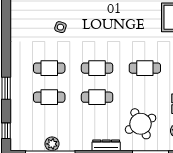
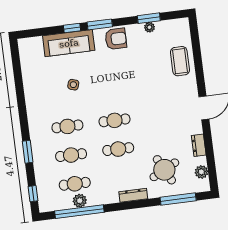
cafe table: (145, 68) -> (75, 184), moved

